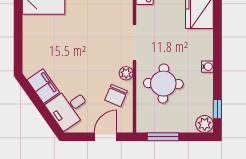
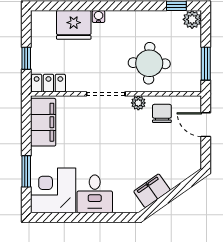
water cooler: (207, 67) -> (99, 16), moved
chair: (116, 95) -> (162, 113), turned -113
desk: (69, 108) -> (95, 194), moved, turned 35

